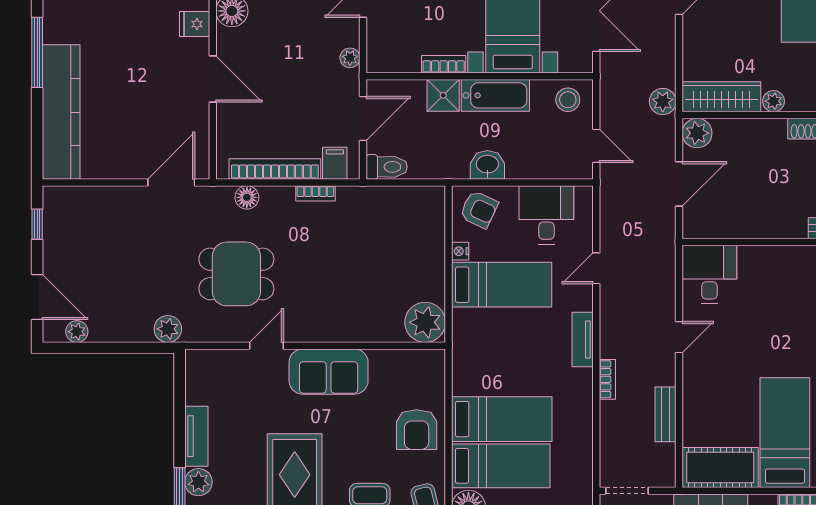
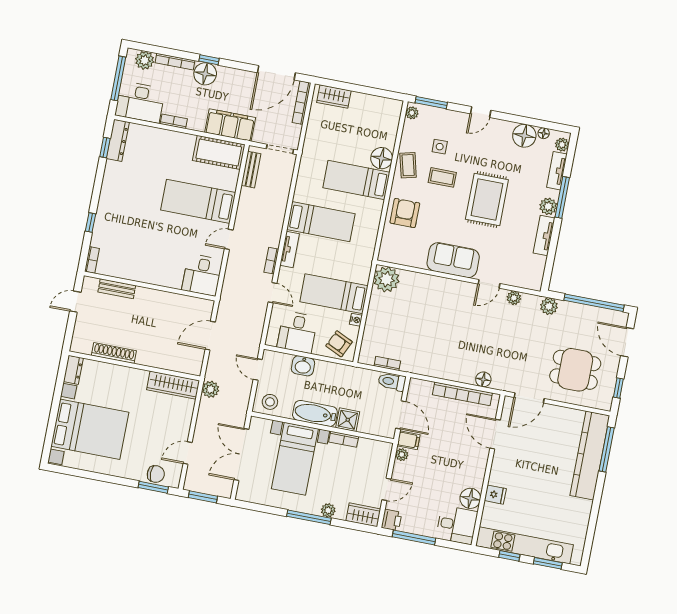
window: (37, 52) -> (607, 449), moved
door: (213, 79) -> (495, 434), moved
plant: (774, 101) -> (141, 376), removed
door: (363, 118) -> (401, 415), swing flipped
plant: (697, 133) -> (193, 365), removed
filing cabinet: (335, 163) -> (409, 440), moved, turned -90
washbasin: (487, 165) -> (303, 366), moved
bookcase: (315, 193) -> (387, 363), moved
door: (596, 268) -> (272, 293), hinge flipped
dining table: (236, 274) -> (575, 370), moved
plant: (77, 332) -> (514, 298), moved
window: (100, 348) -> (594, 303), added
bookcase: (607, 379) -> (271, 261), moved
bench: (666, 414) -> (251, 170), moved
bed: (502, 419) -> (321, 222), moved, turned 180
bed: (785, 433) -> (198, 201), moved, turned 90

